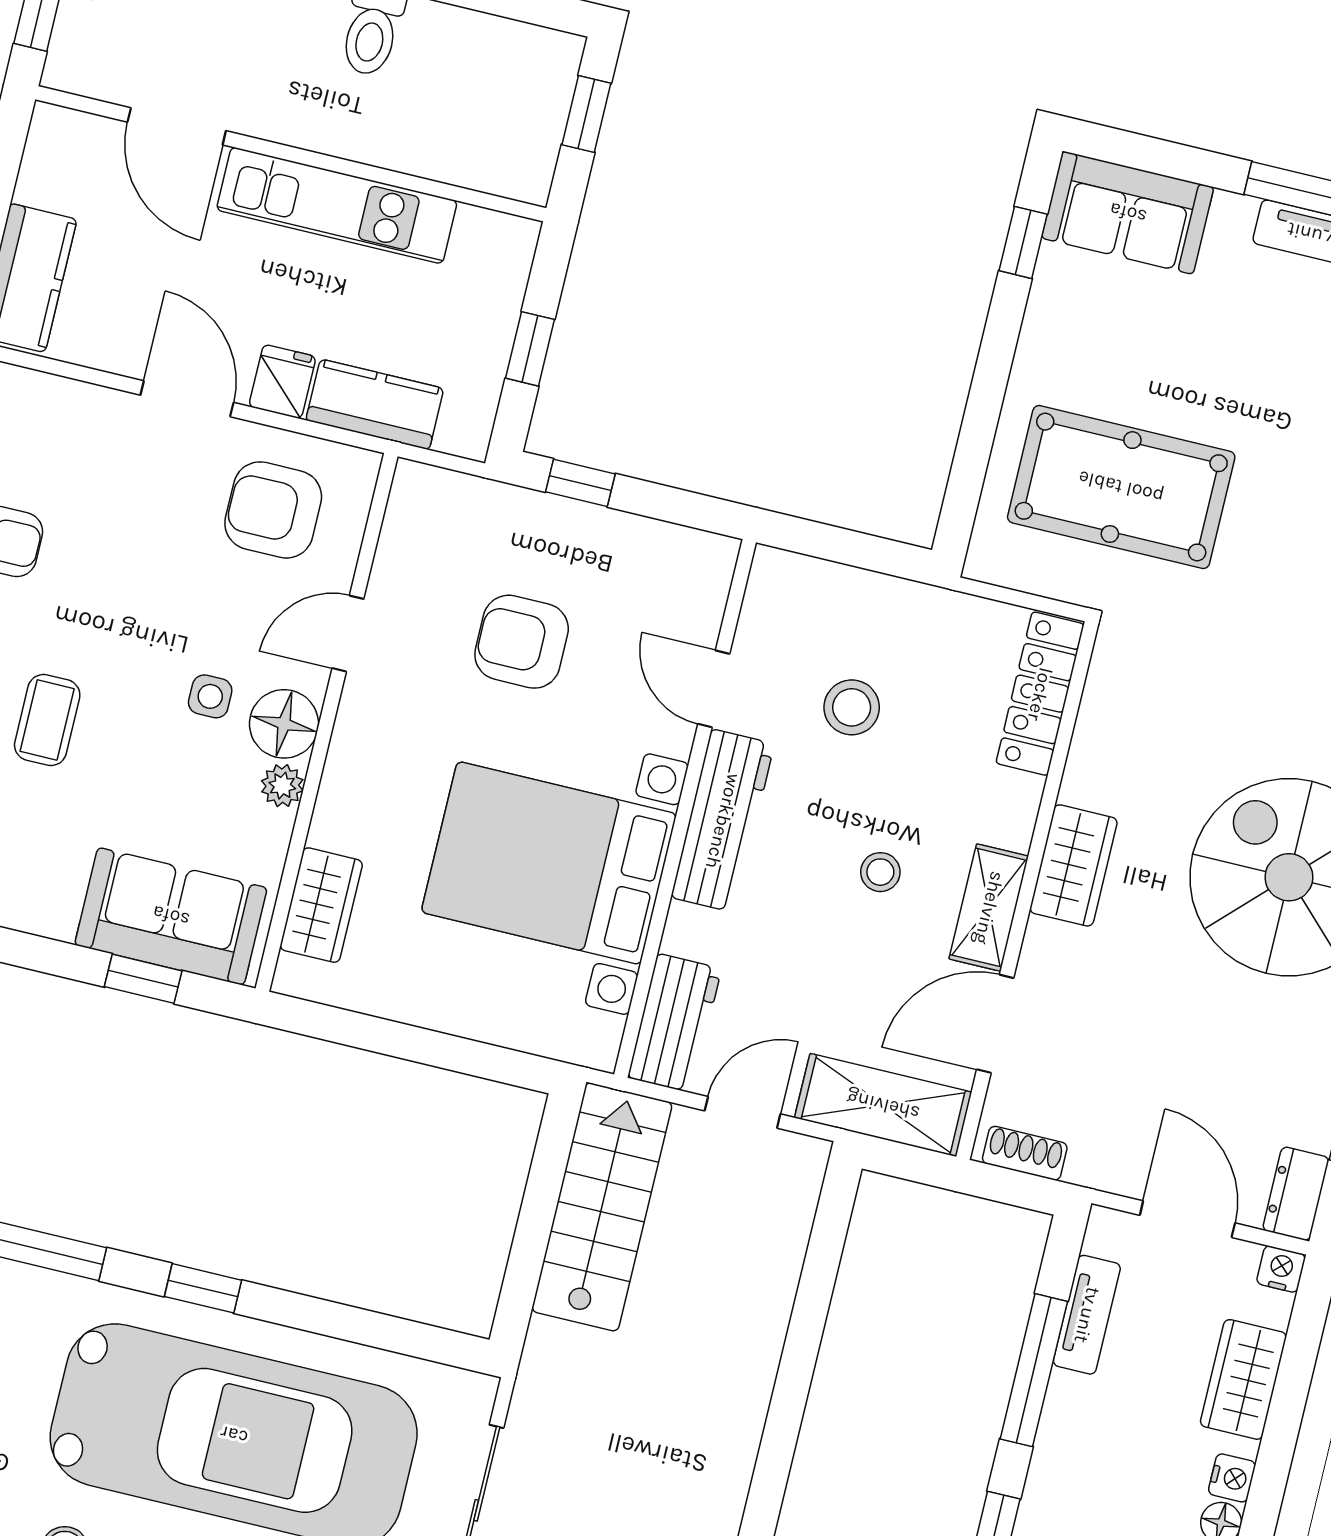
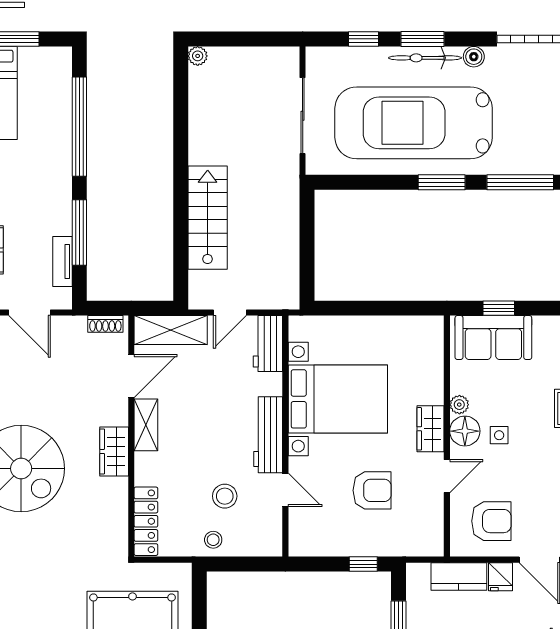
stool: (880, 872) -> (213, 540), moved
wardrobe: (321, 905) -> (430, 429), moved
stairs: (602, 1207) -> (208, 218), moved, turned 180
window: (203, 1288) -> (442, 182), width x1.50

